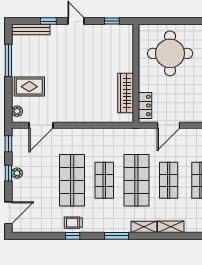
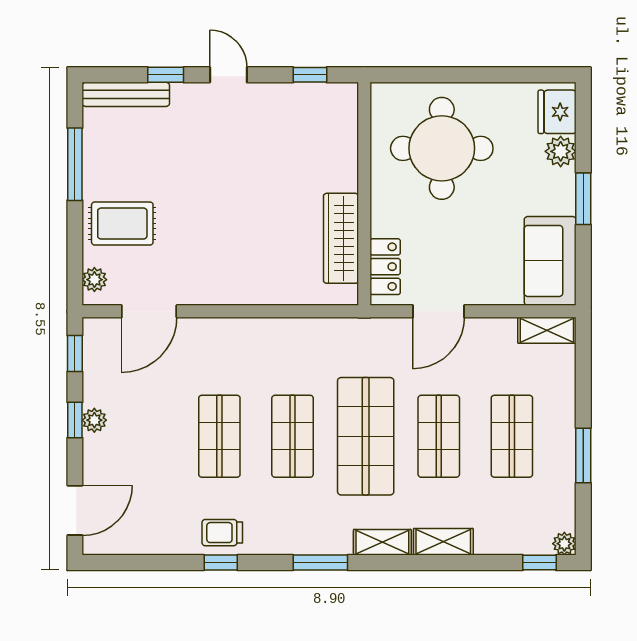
shop shelf: (72, 180) -> (219, 436), width x0.70, depth x0.74

